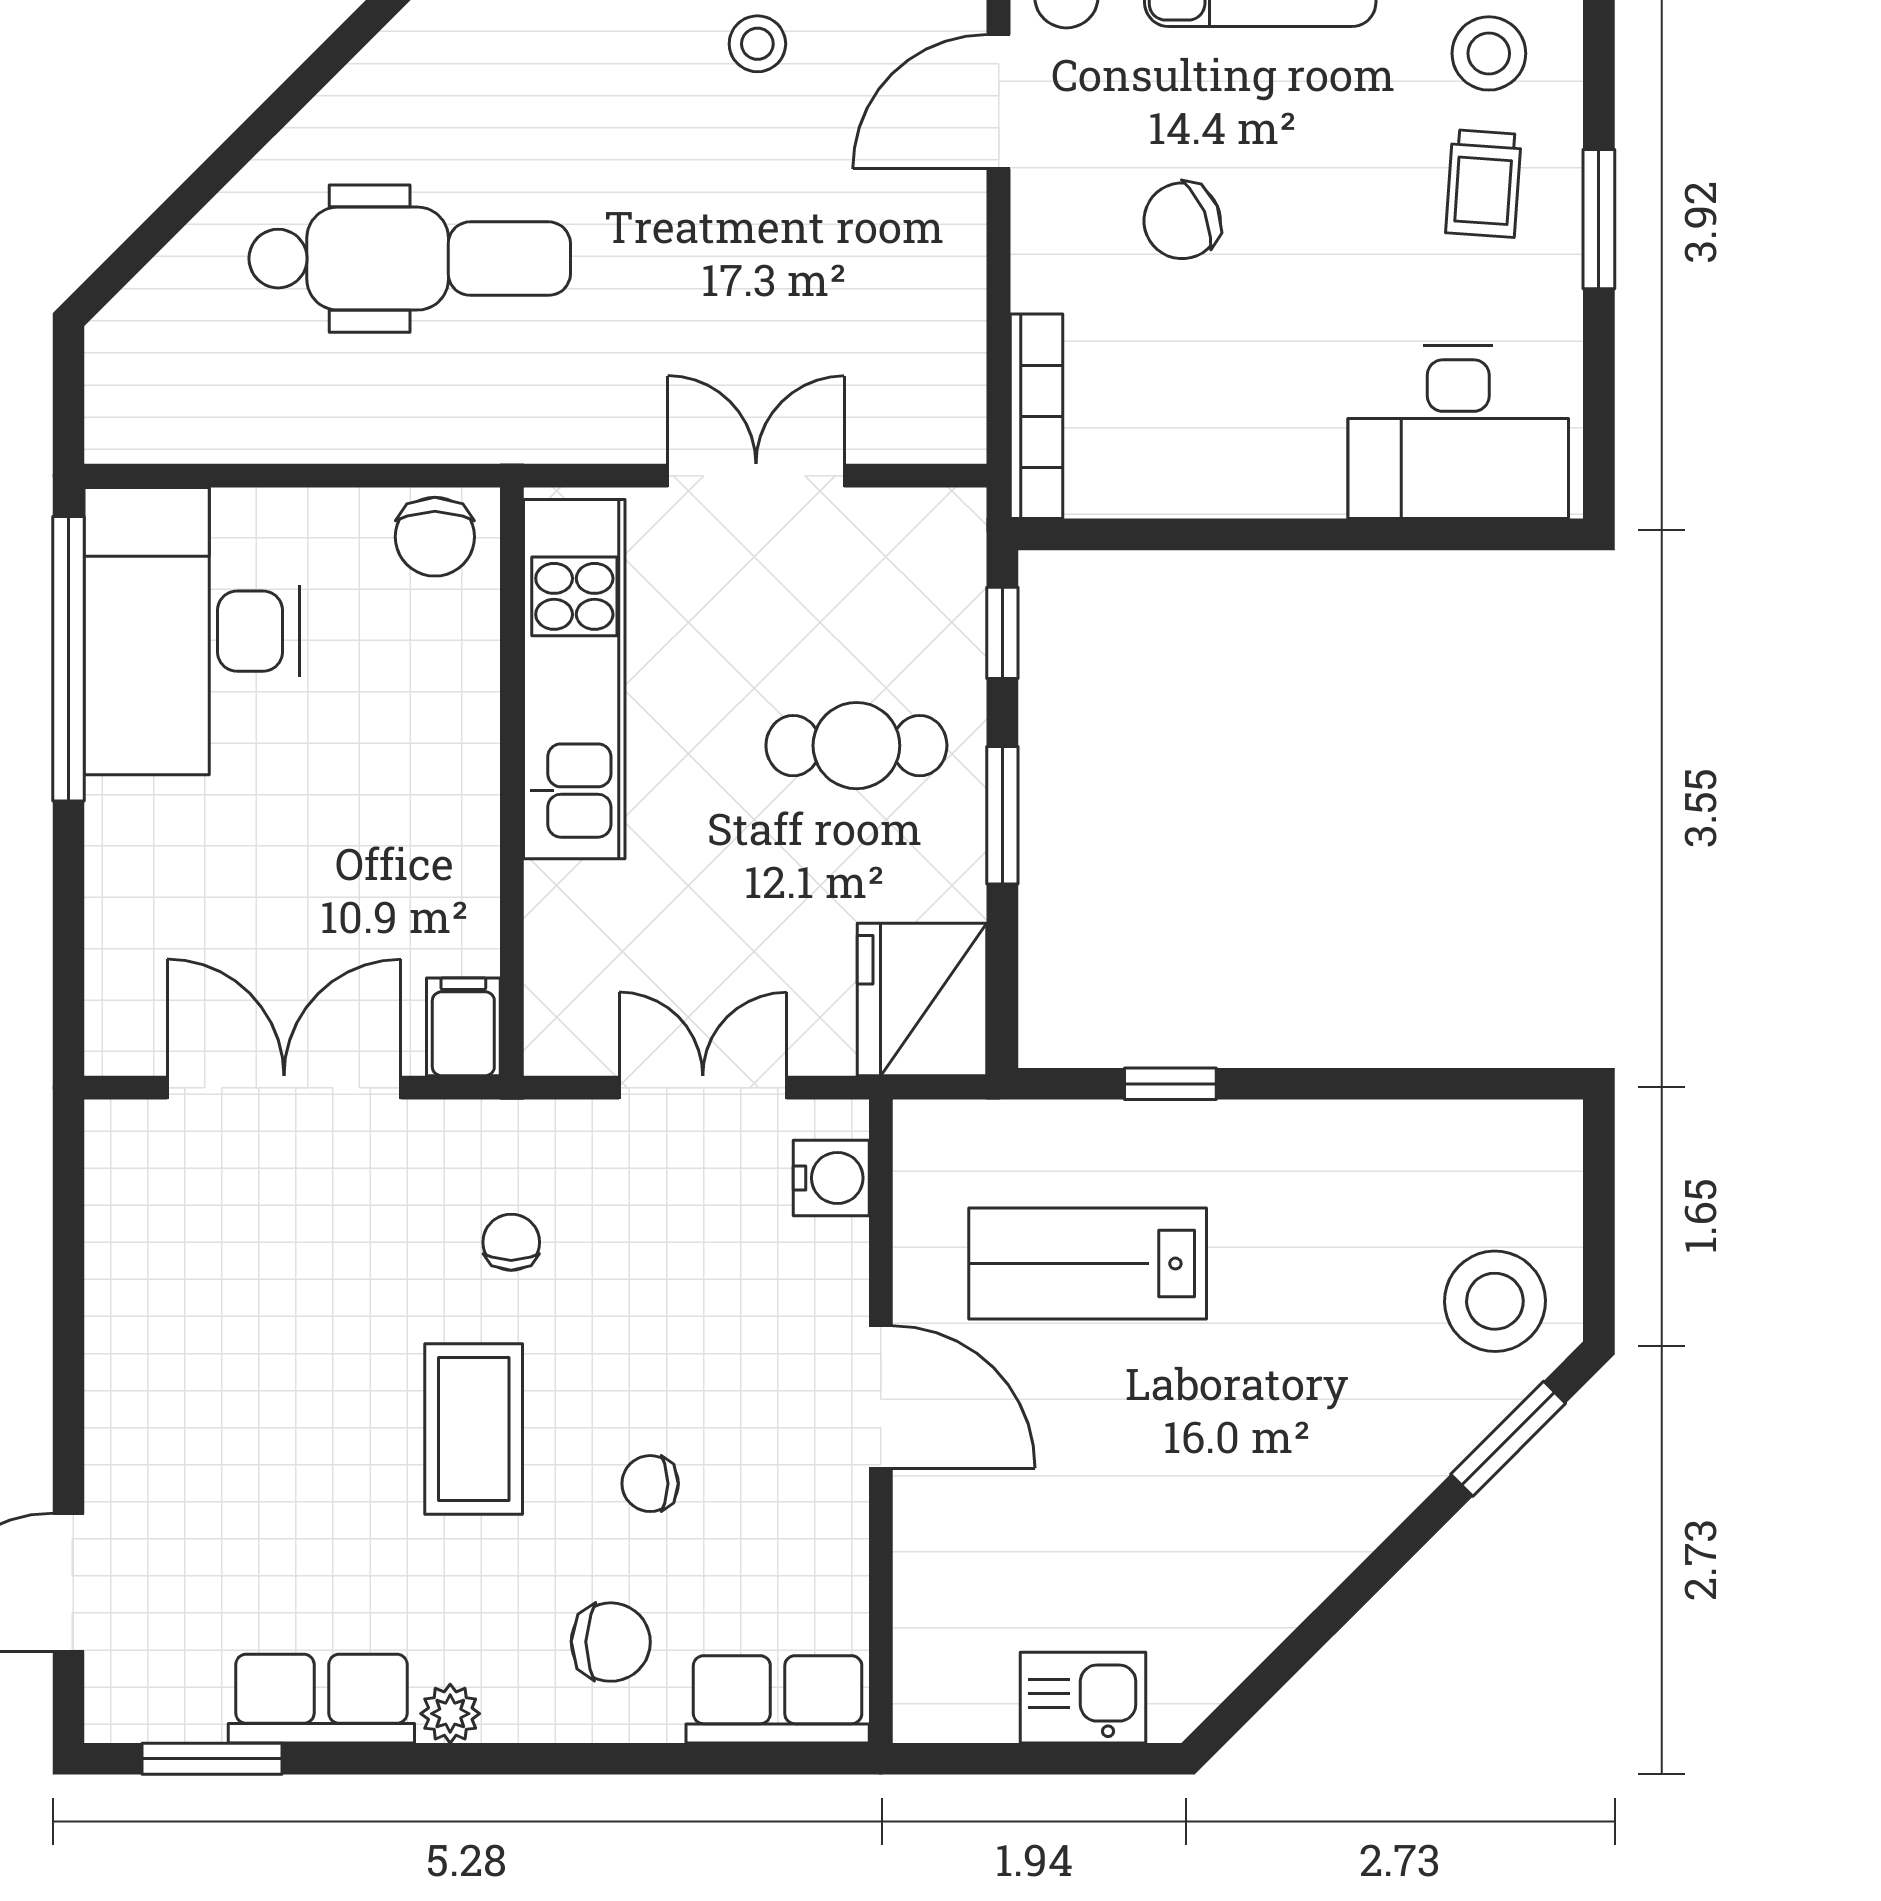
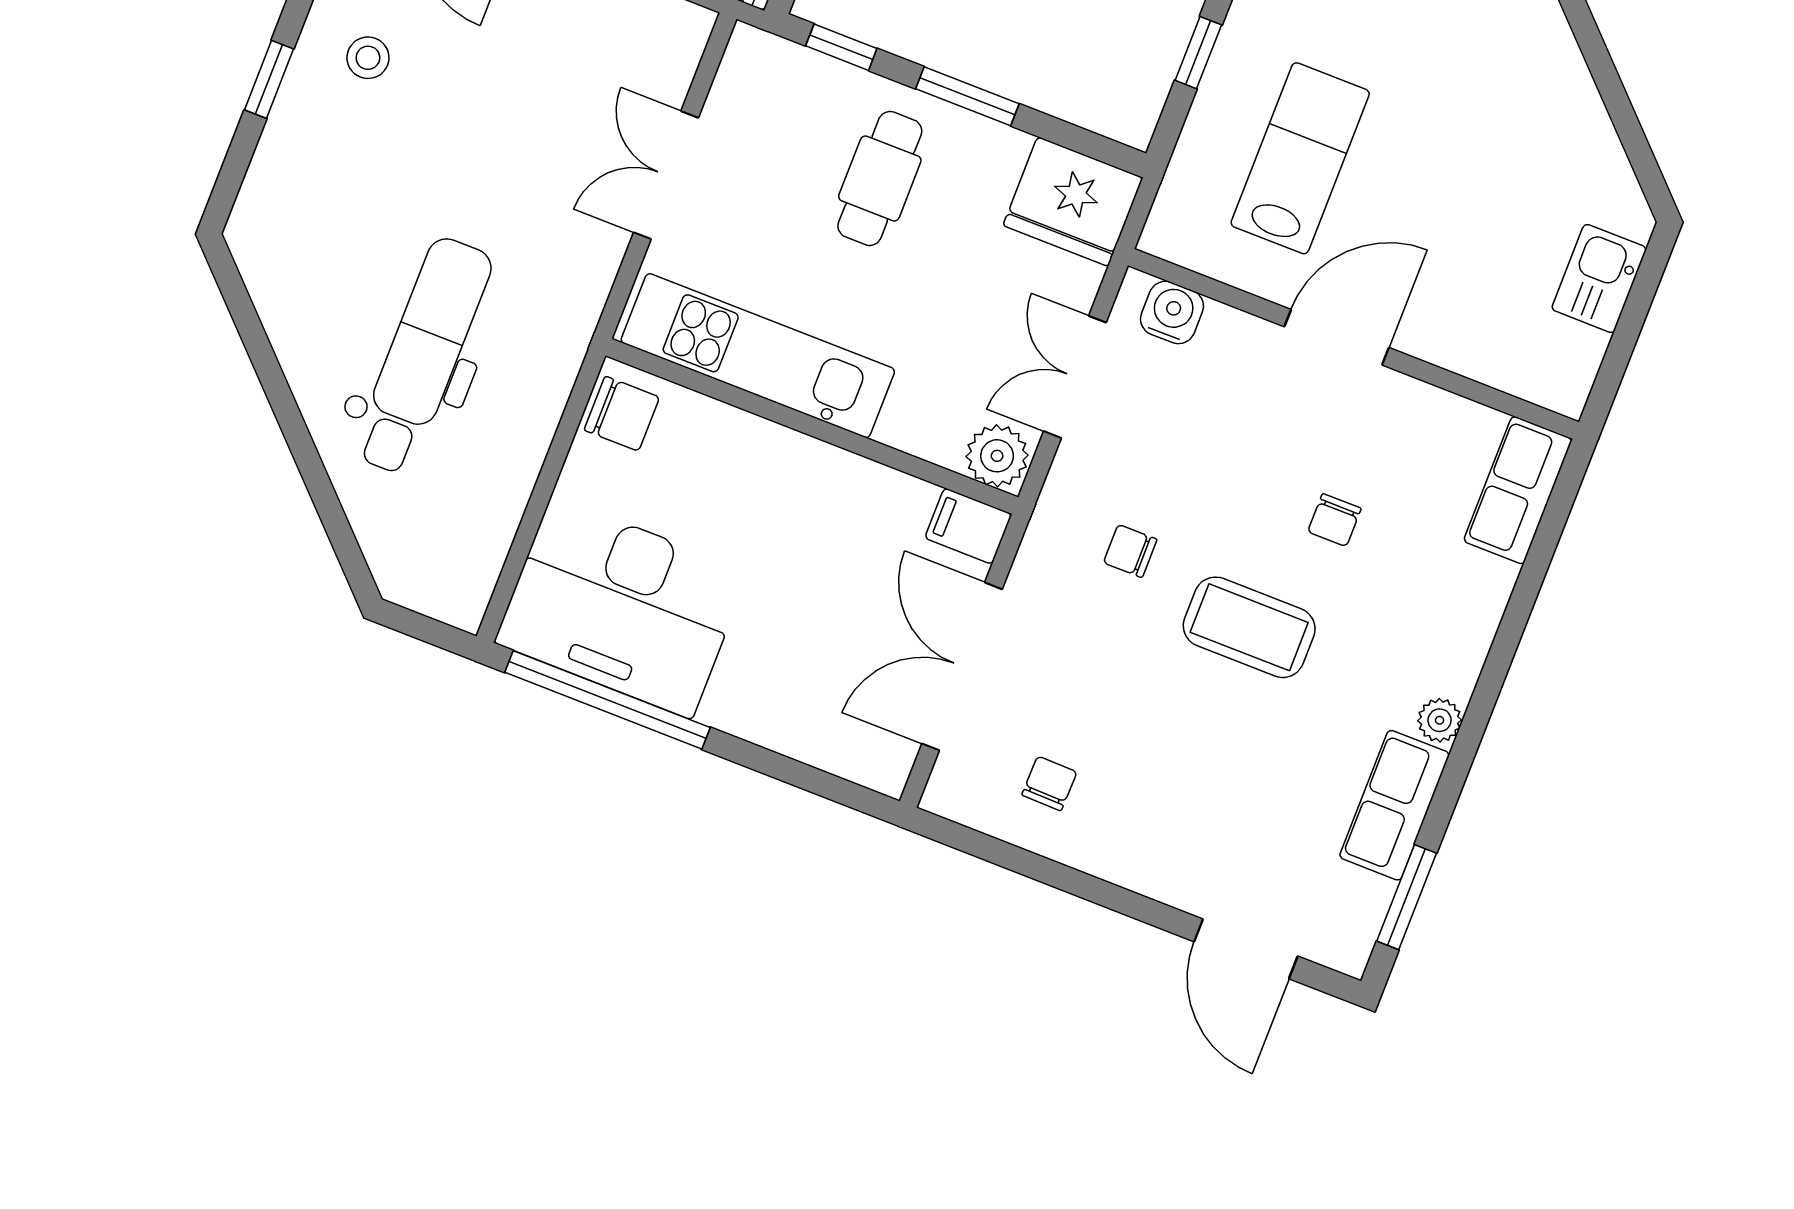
plant: (566, 1029) -> (997, 456), added
lab bench: (1088, 1264) -> (1300, 158), turned 180
chair: (611, 1642) -> (1049, 784), moved, width x0.73, depth x0.73

